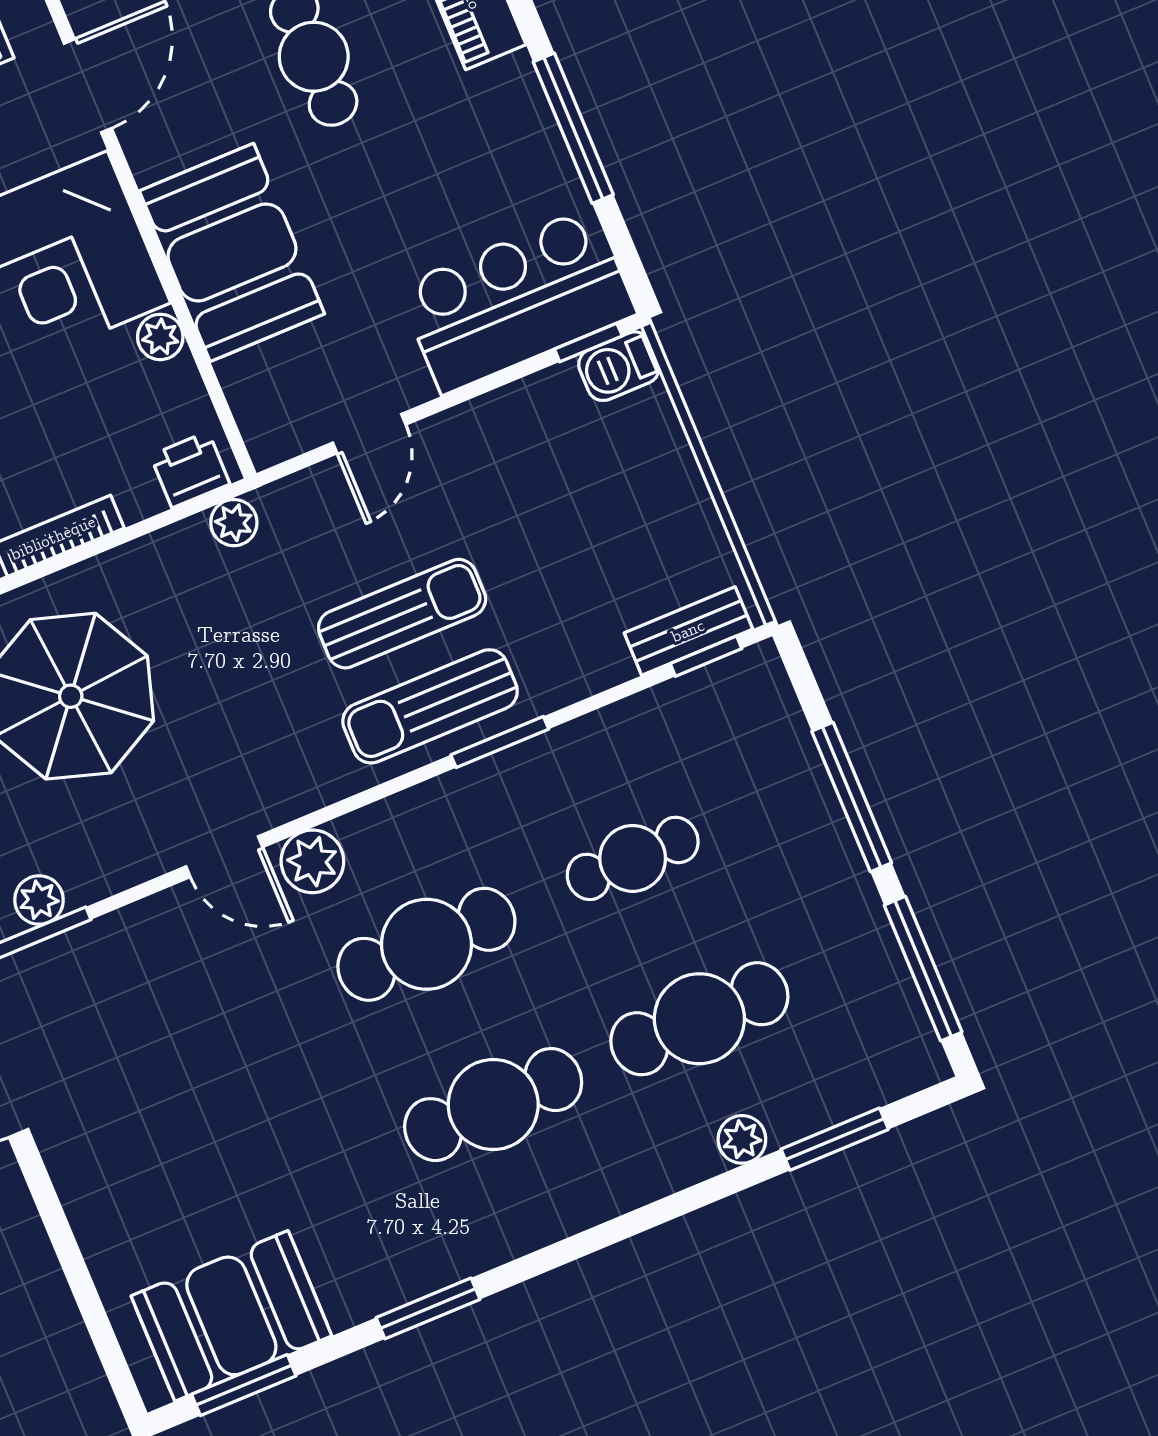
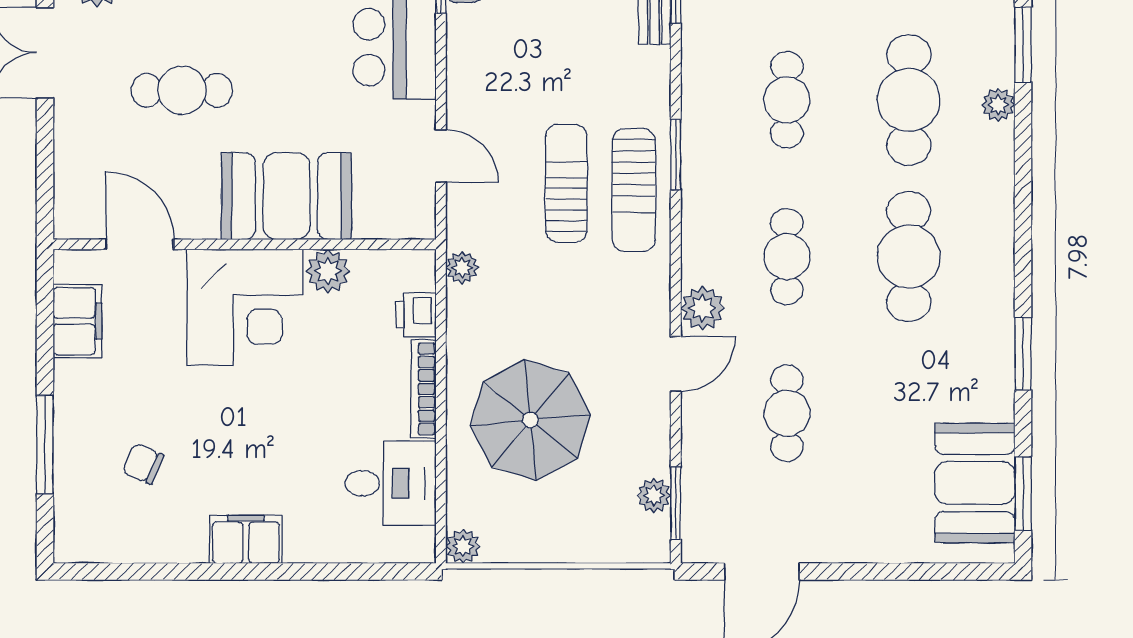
plant: (160, 337) -> (328, 271), width x1.38, depth x1.38
printer: (190, 470) -> (416, 315), moved
cafe table: (426, 944) -> (787, 257), width x0.73, depth x0.74
cafe table: (220, 1030) -> (787, 413), added

